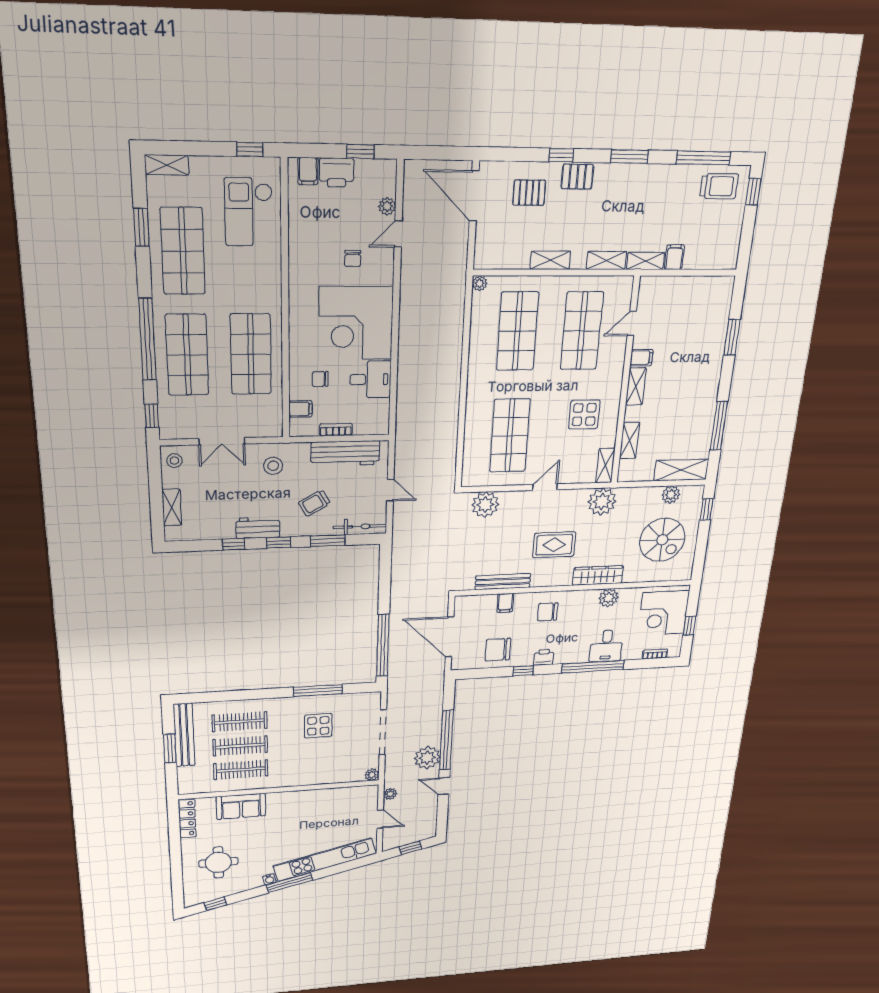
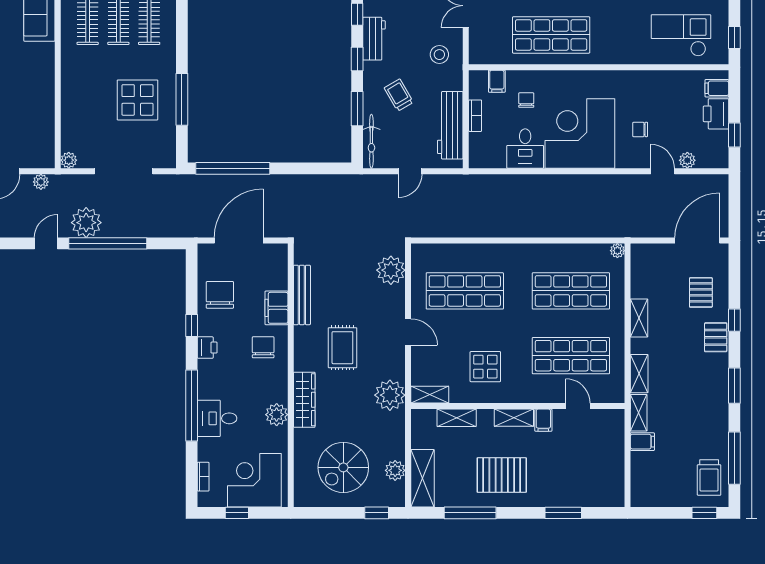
pallet: (688, 397) -> (502, 475), added
filing cabinet: (505, 603) -> (276, 308), width x2.00
display table: (318, 726) -> (137, 100), width x1.36, depth x1.36

